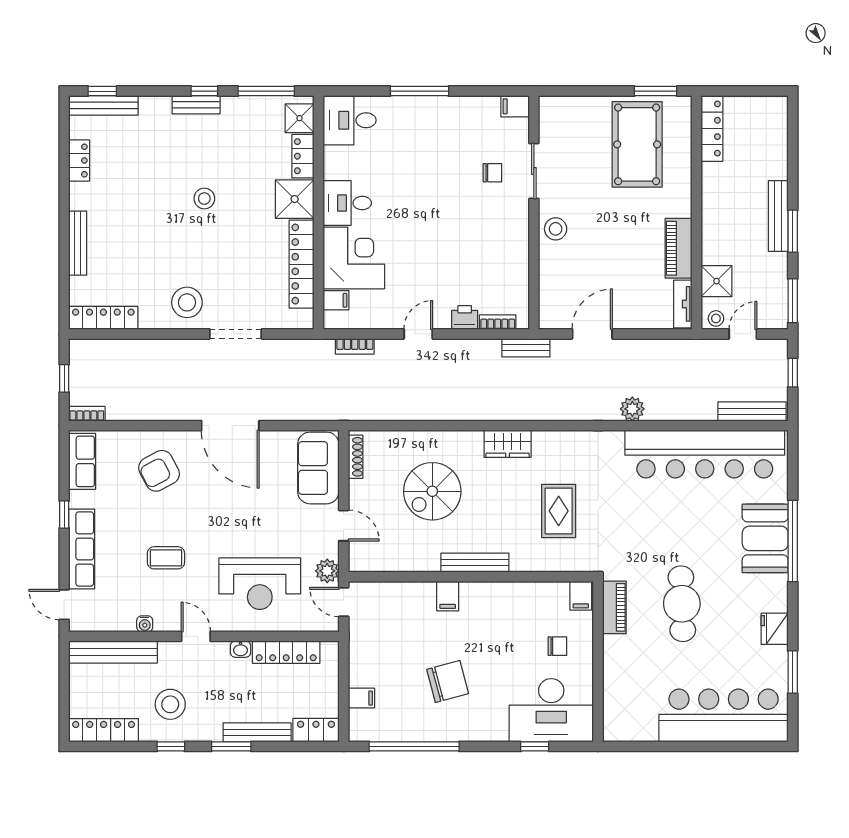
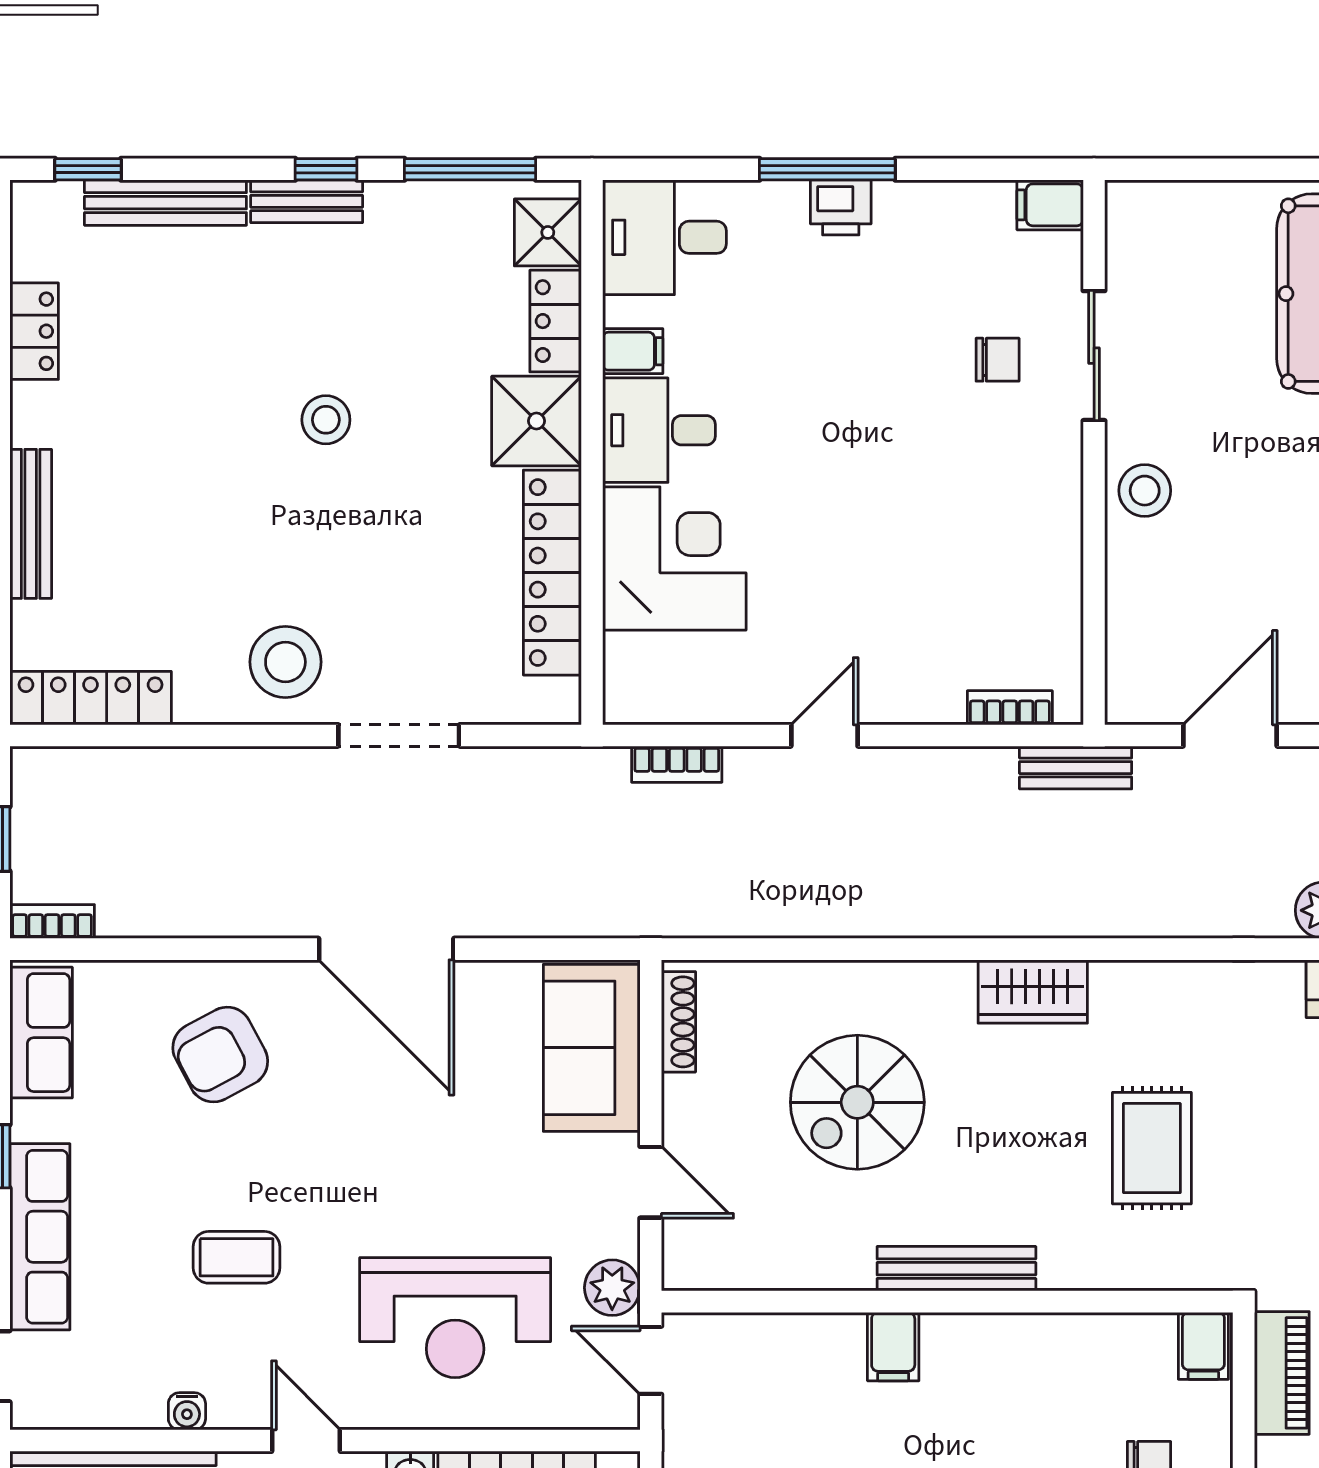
bench: (103, 105) -> (165, 203), moved
filing cabinet: (336, 300) -> (633, 351), moved
printer: (465, 318) -> (841, 207), moved, turned 180

